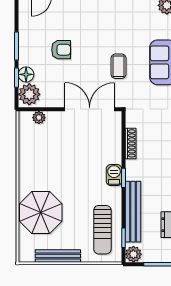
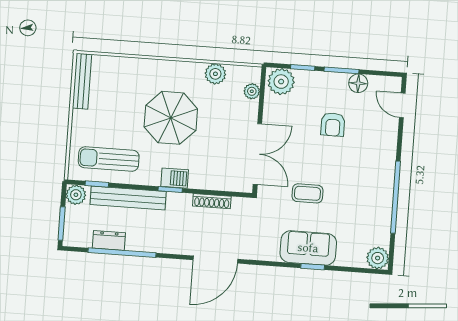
floor lamp: (26, 74) -> (358, 83), moved
plant: (27, 148) -> (215, 74), added
parasol: (41, 212) -> (171, 118), moved
bench: (58, 256) -> (82, 81), moved

